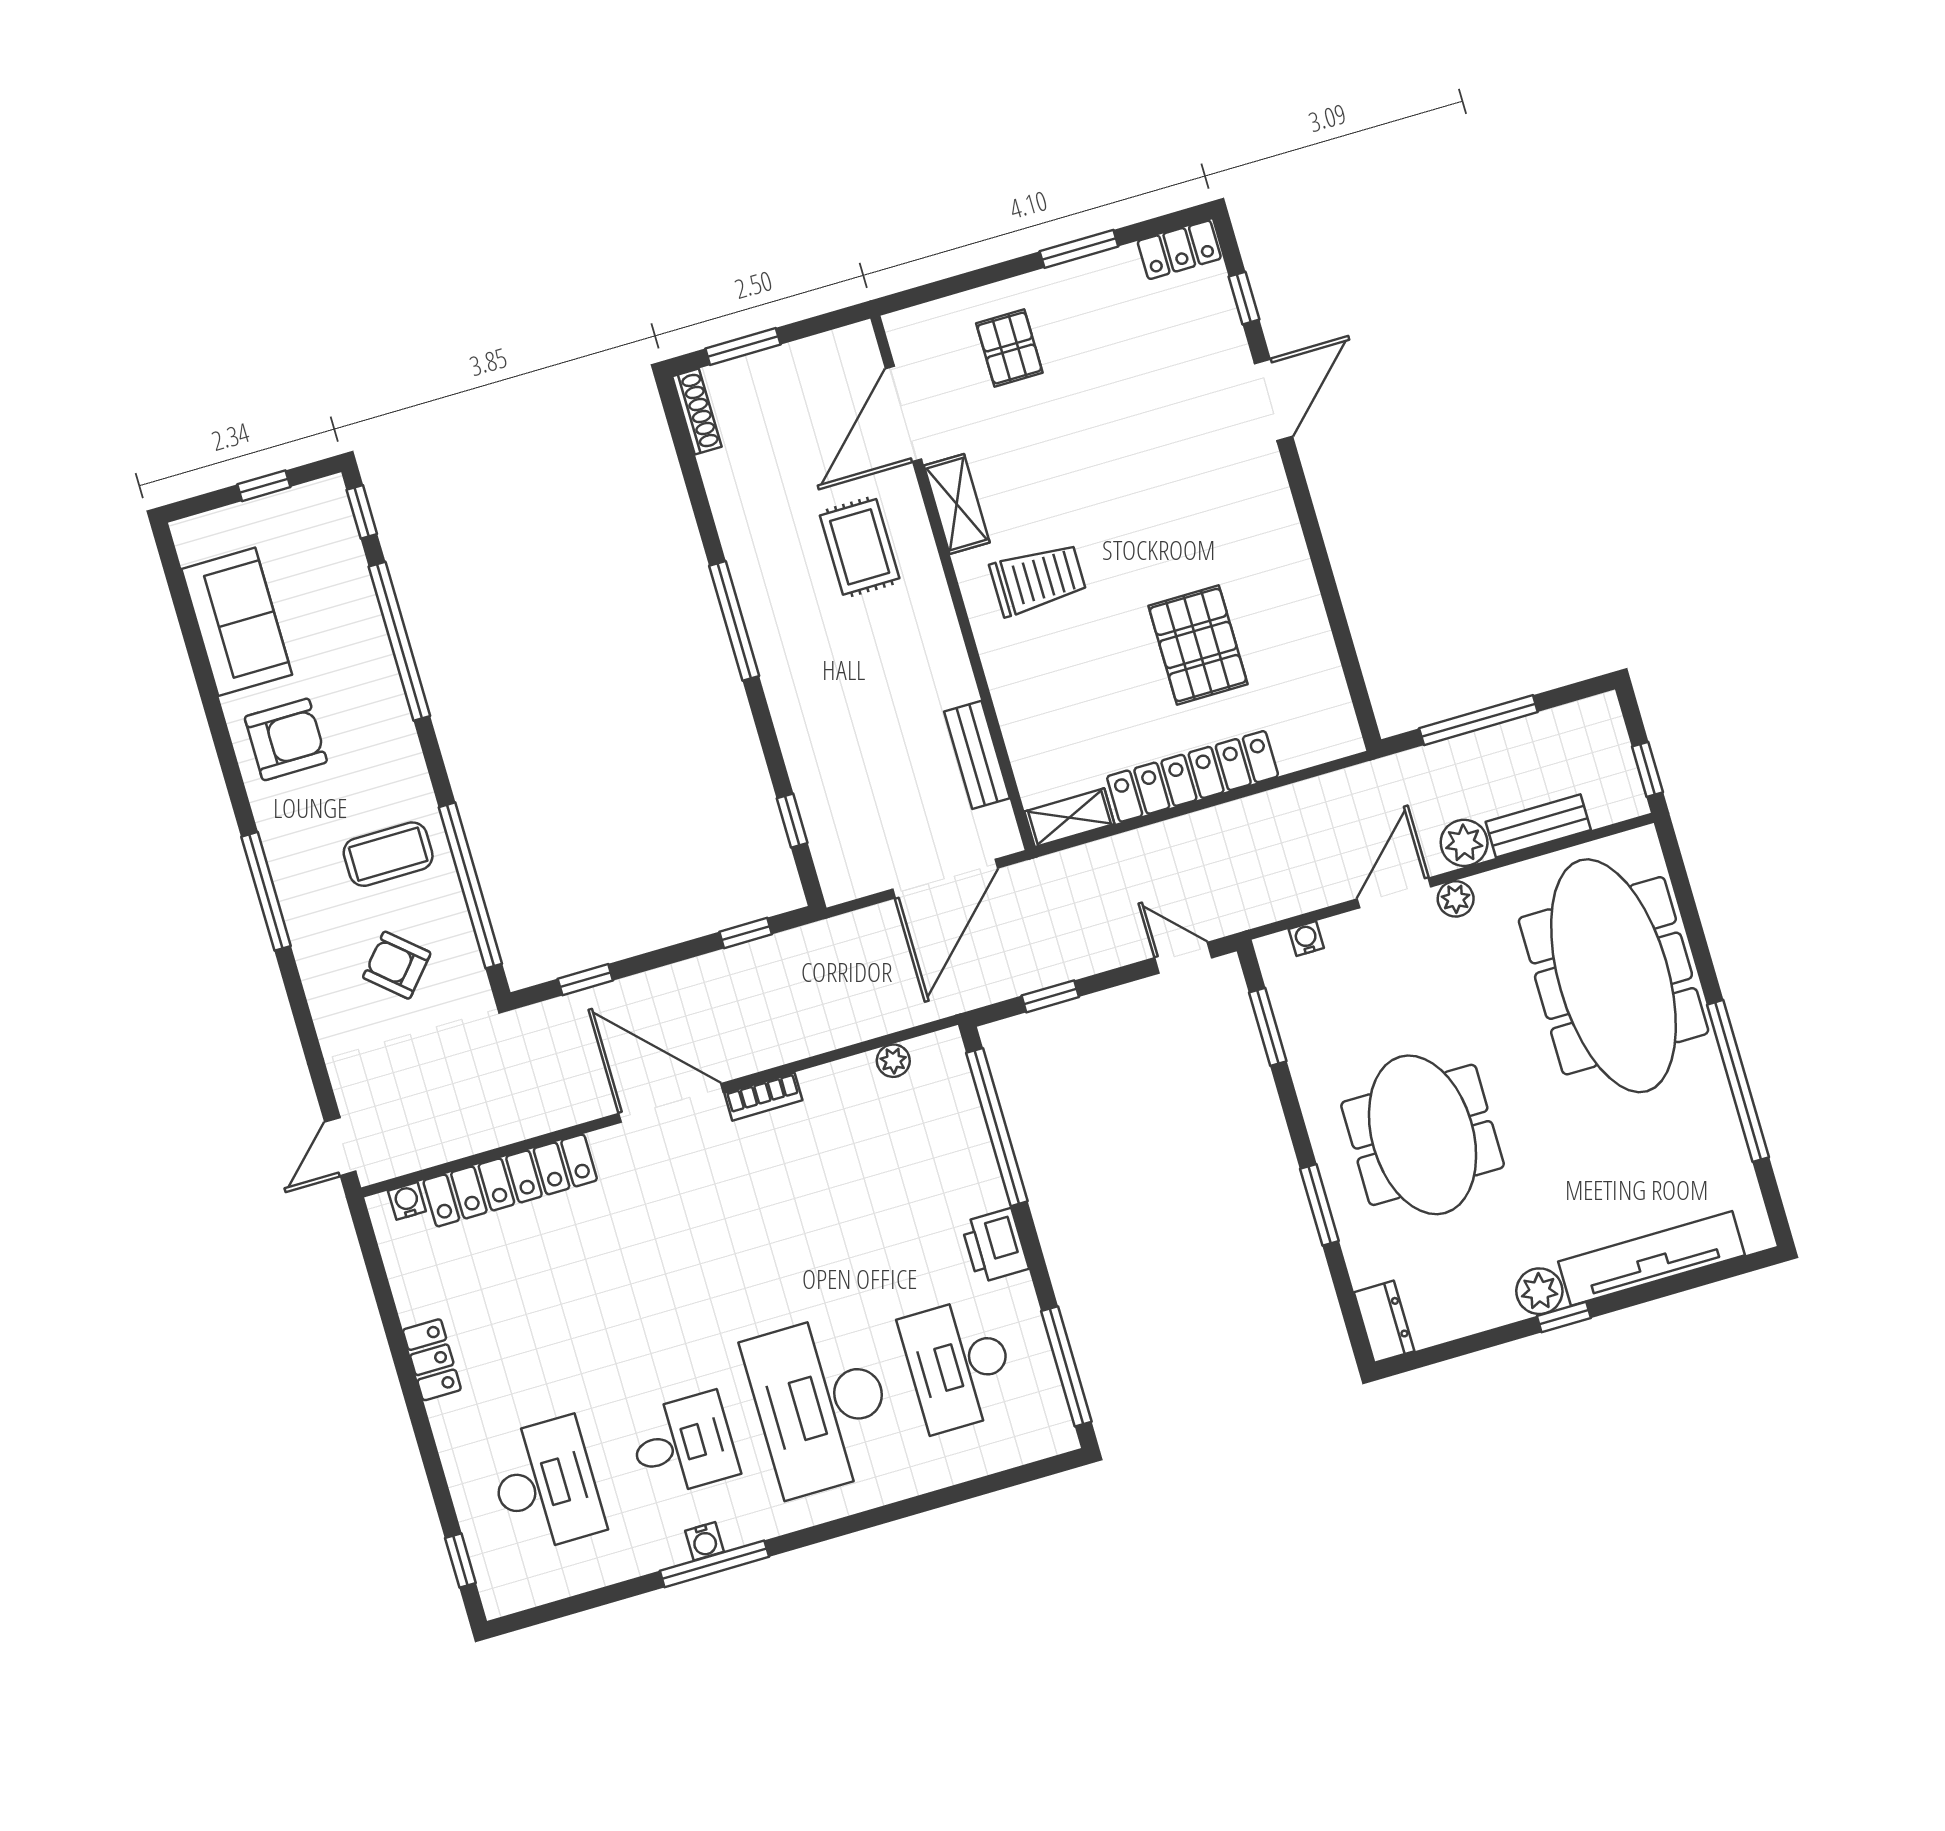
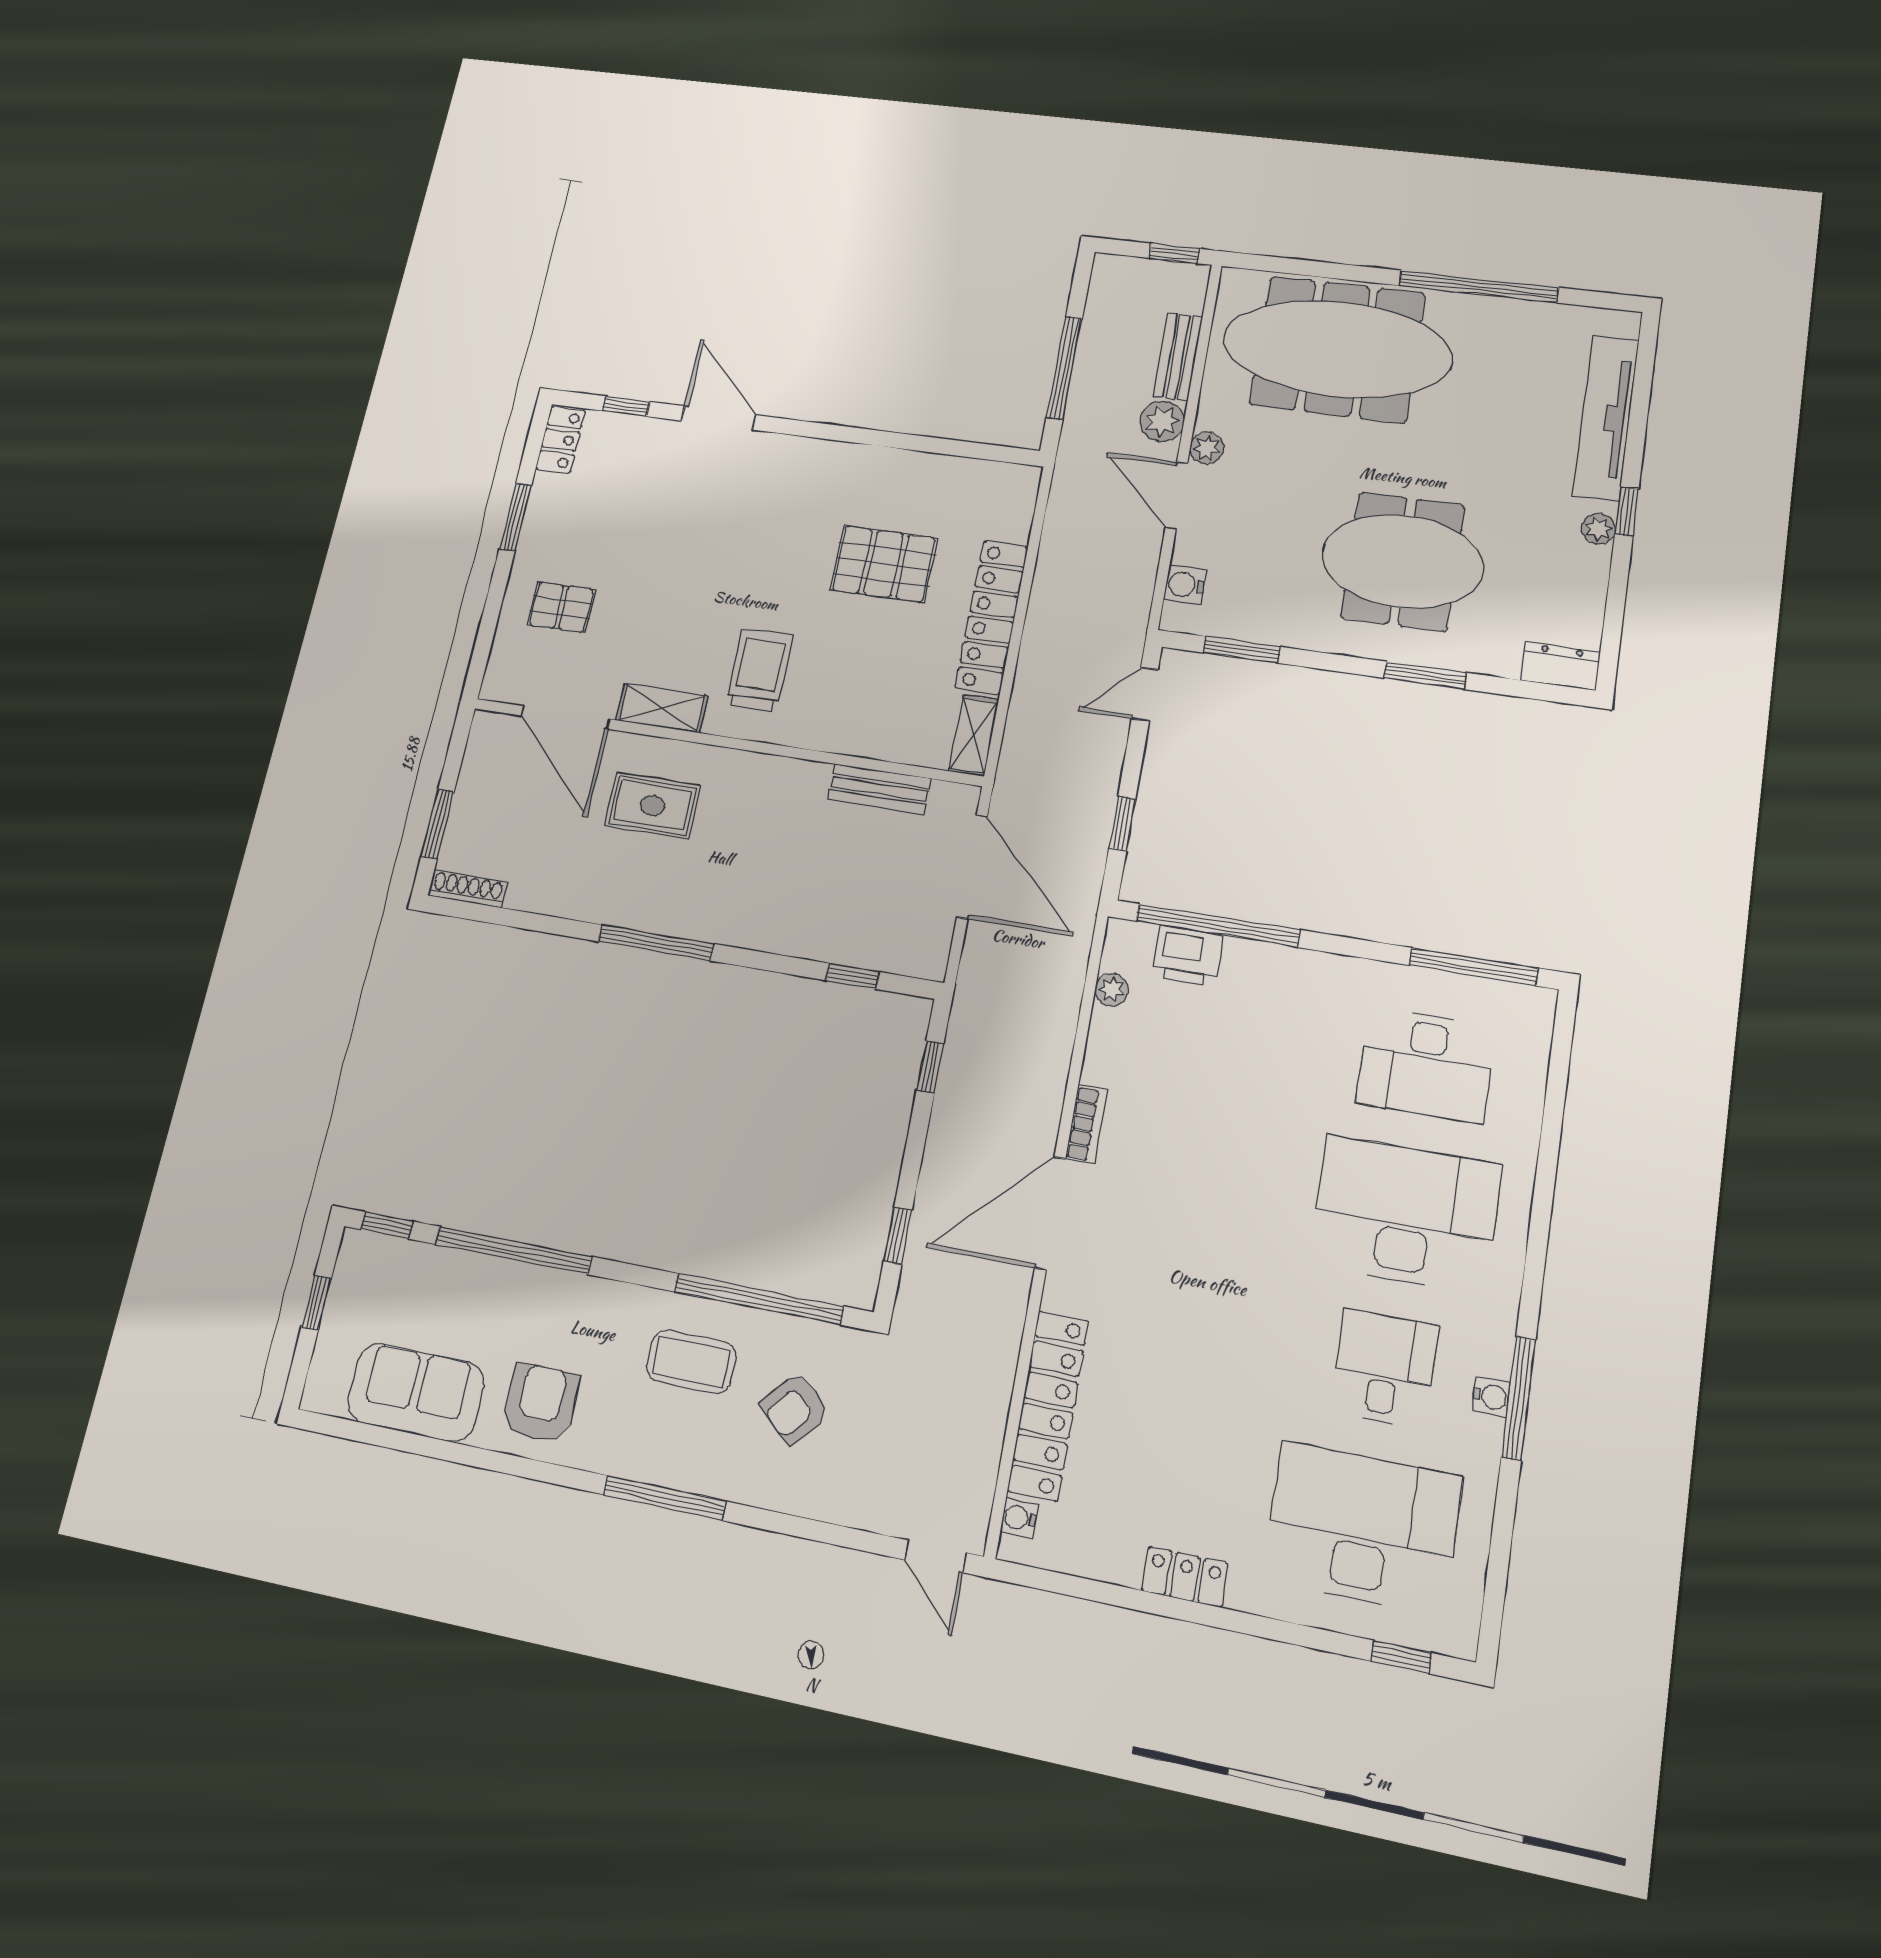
coffee table: (388, 854) -> (691, 1362), turned 90
water cooler: (1306, 938) -> (1185, 585), width x1.38, depth x1.38
printer: (995, 1246) -> (1187, 956), moved
plant: (1539, 1291) -> (1599, 529), width x0.73, depth x0.73
desk: (821, 1405) -> (1405, 1214), turned 180
desk: (545, 1485) -> (1362, 1528), width x1.36, depth x1.30

